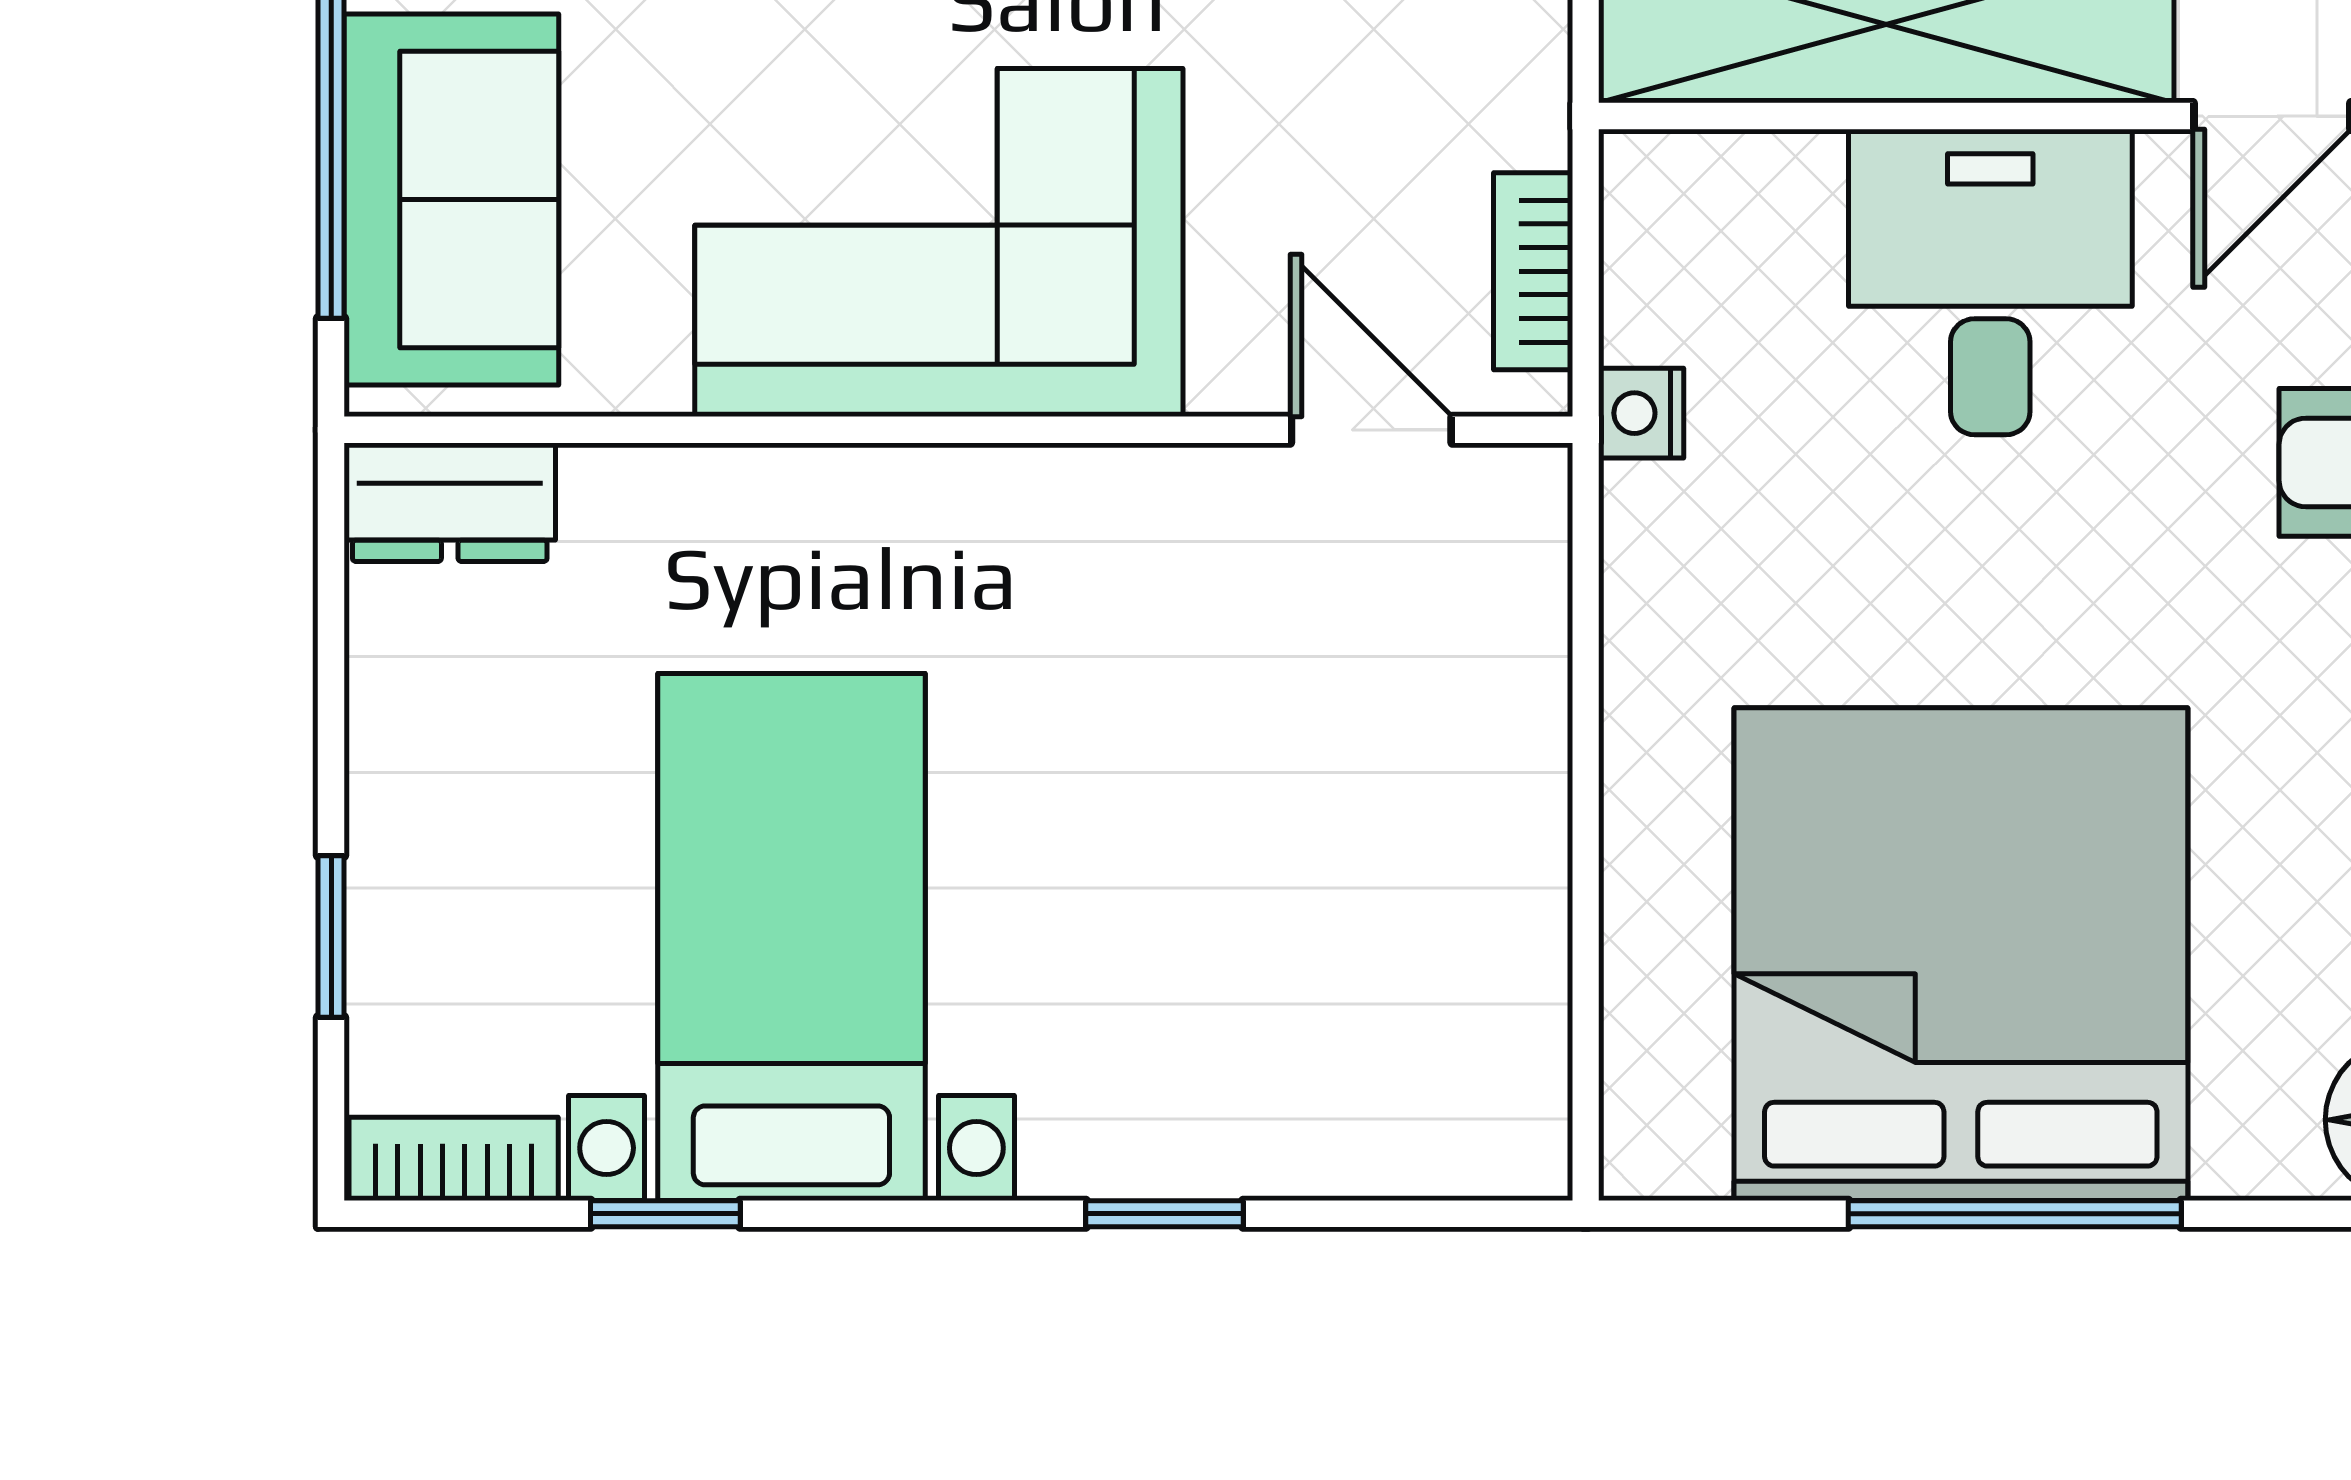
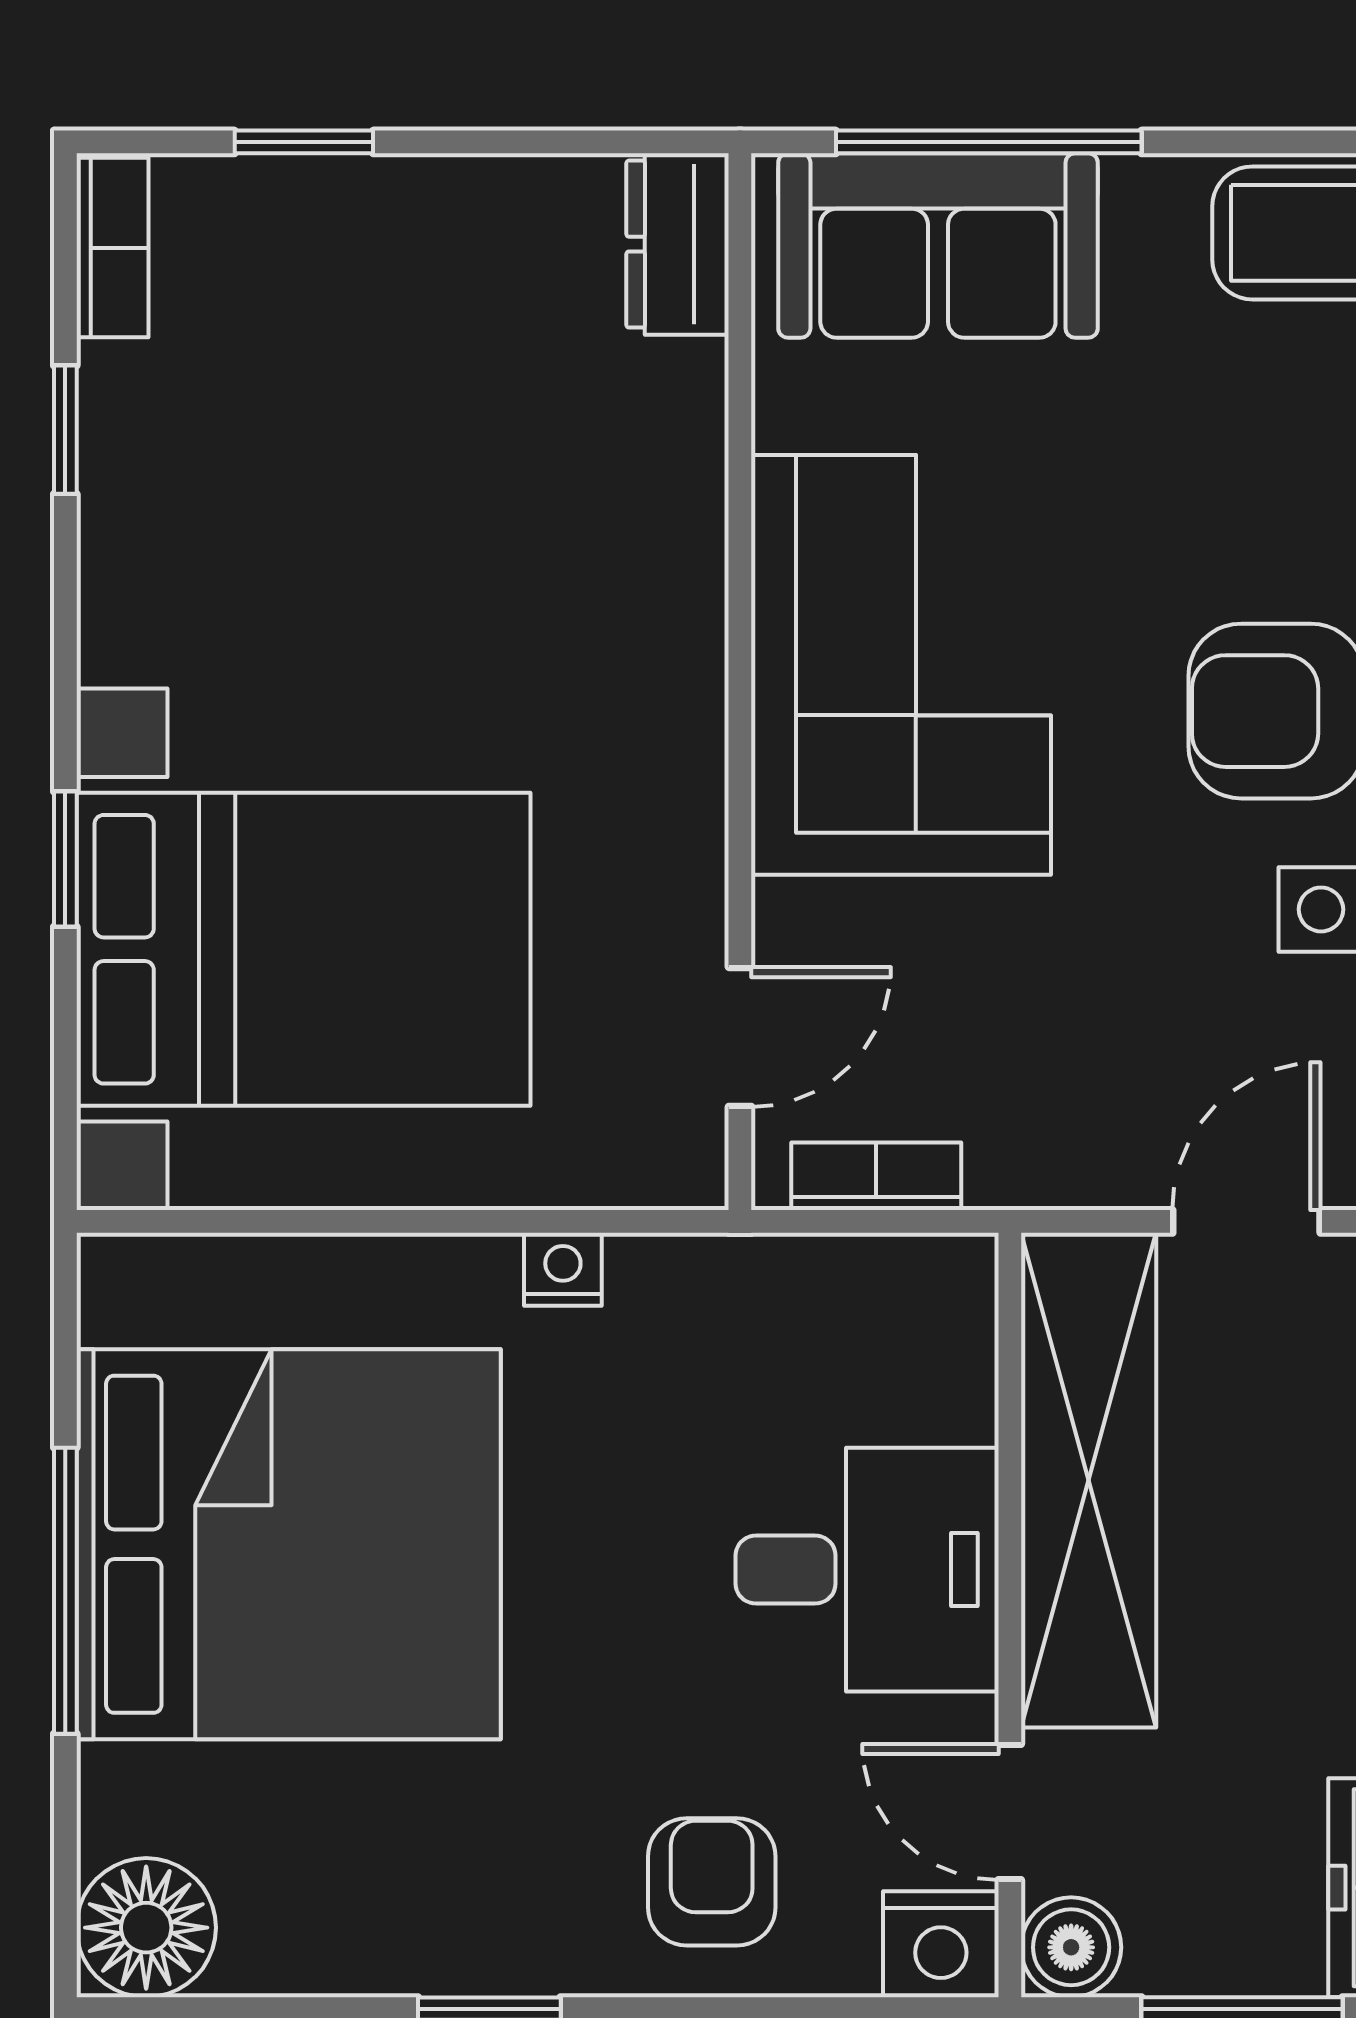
nightstand: (1641, 413) -> (563, 1269), moved
bed with nightstands: (791, 937) -> (303, 949), moved, width x1.36

